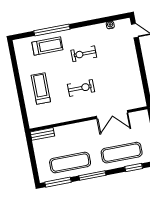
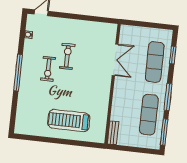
window: (52, 30) -> (18, 73), moved
treadmill: (47, 46) -> (30, 102), removed
exercise bike: (81, 88) -> (67, 56), moved
treadmill: (41, 89) -> (69, 121), width x1.37, depth x1.38

